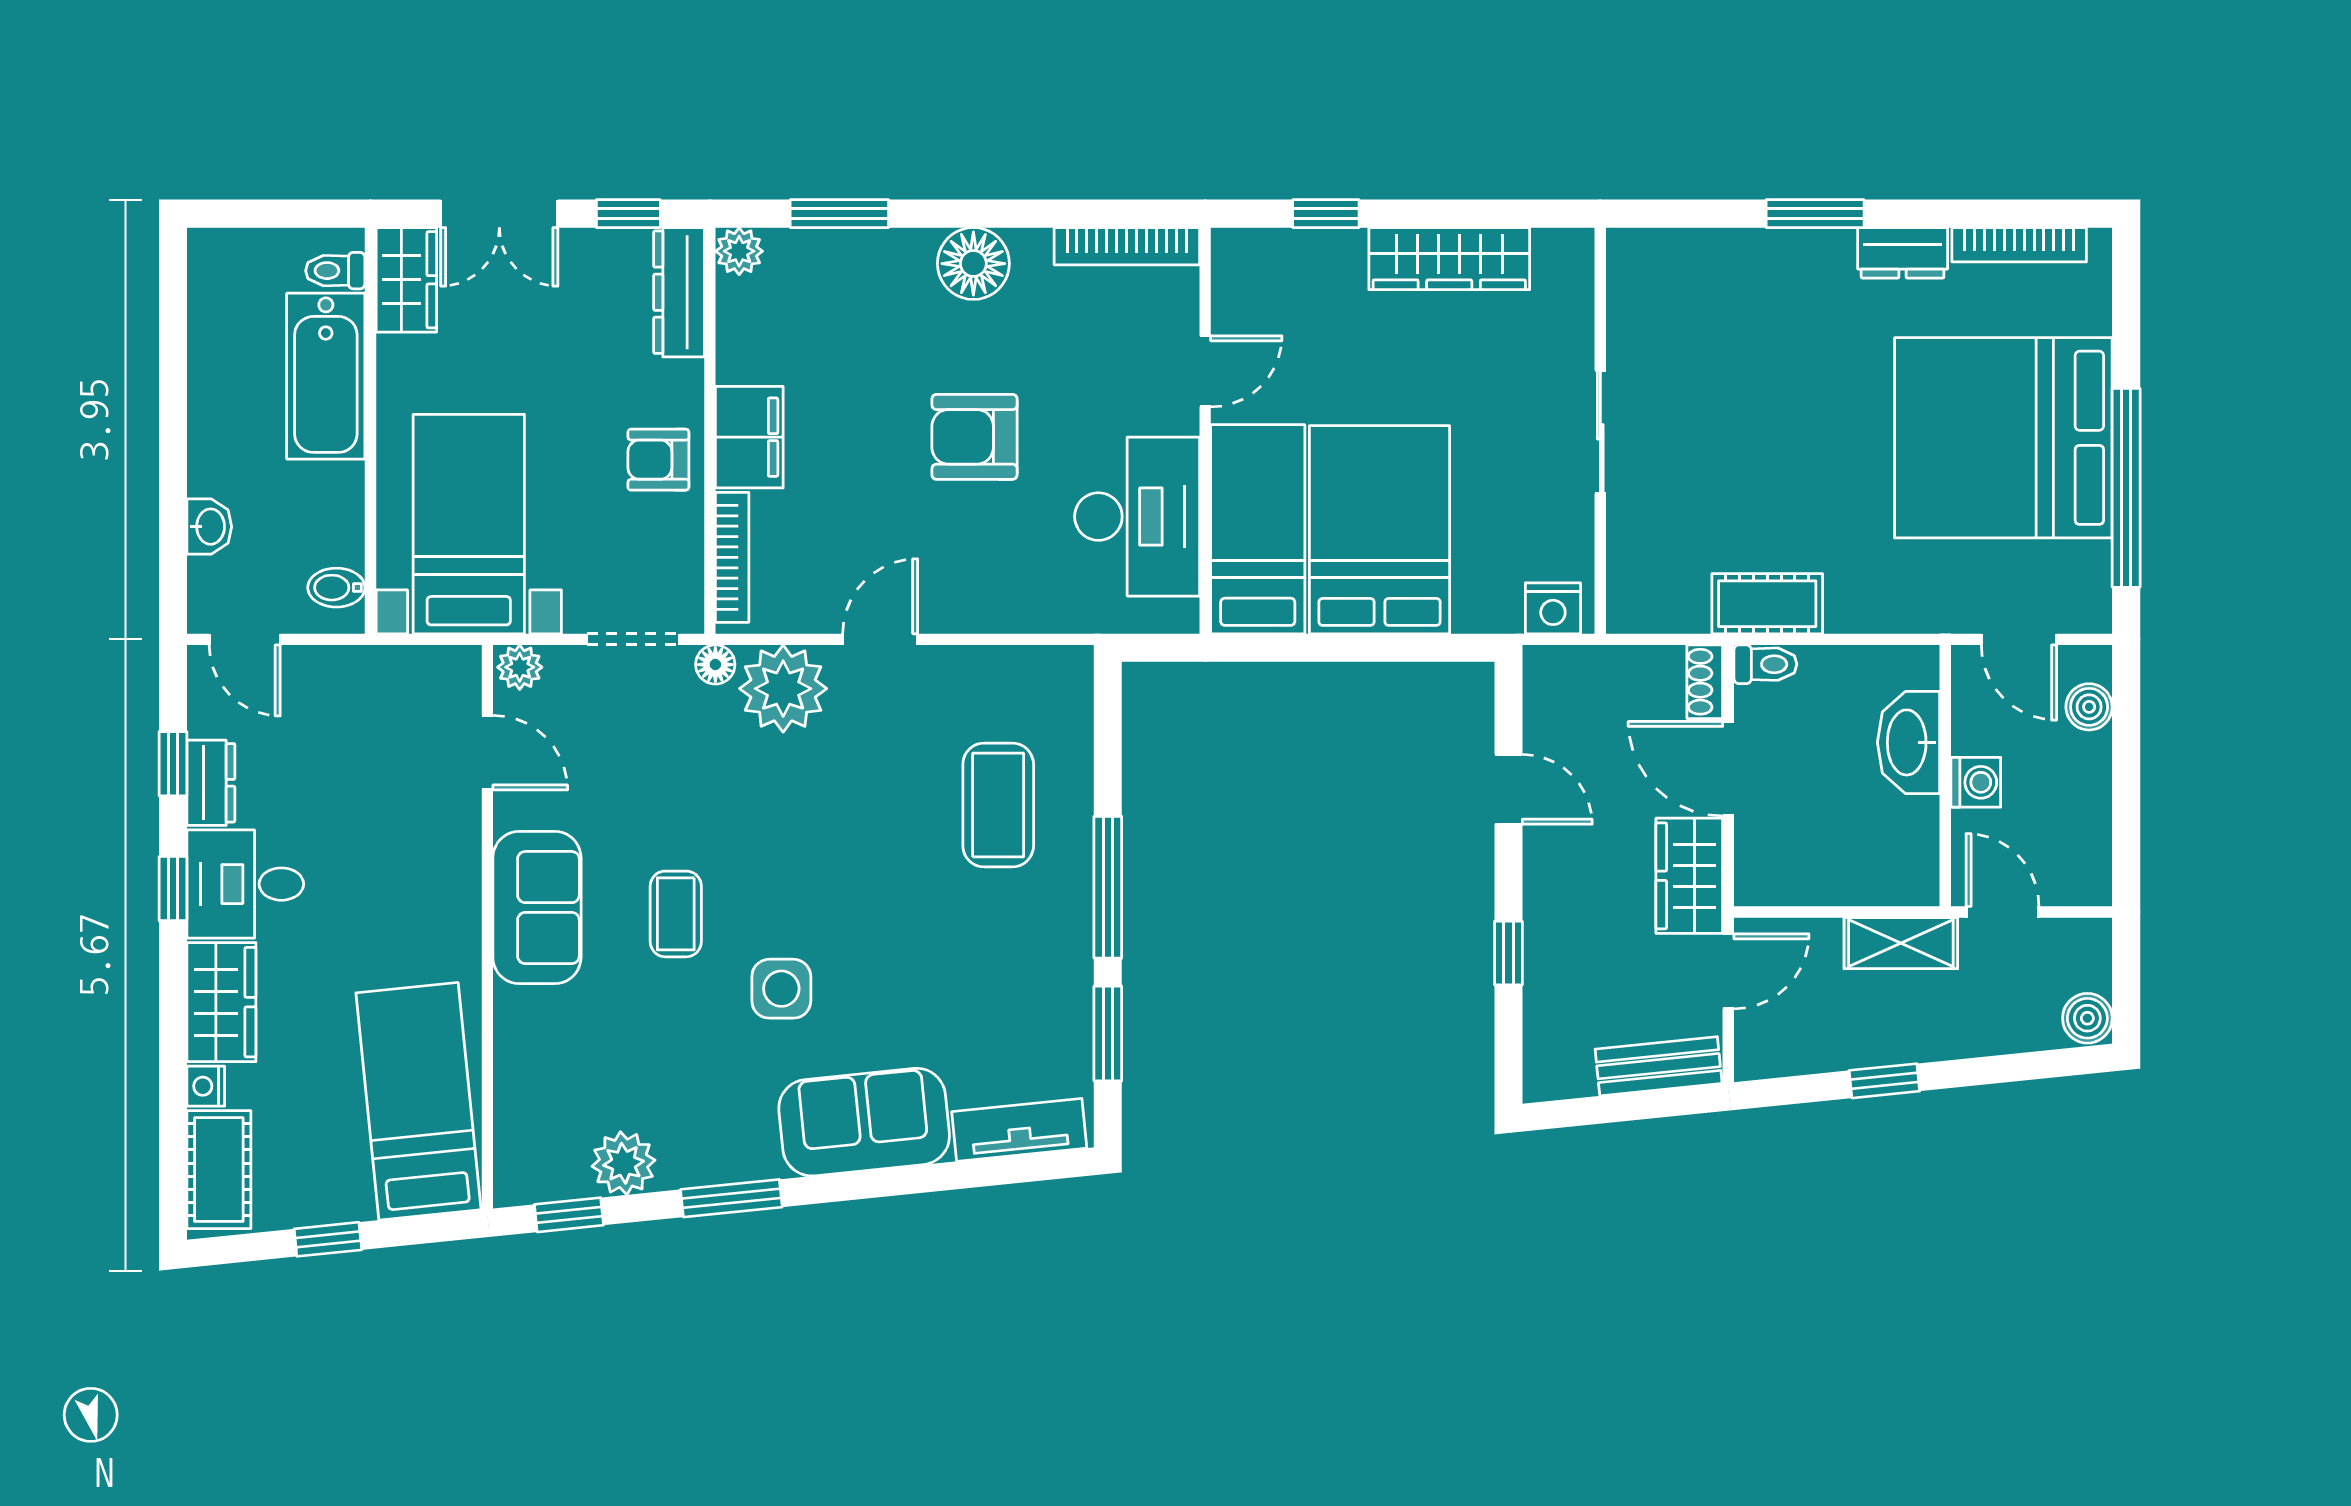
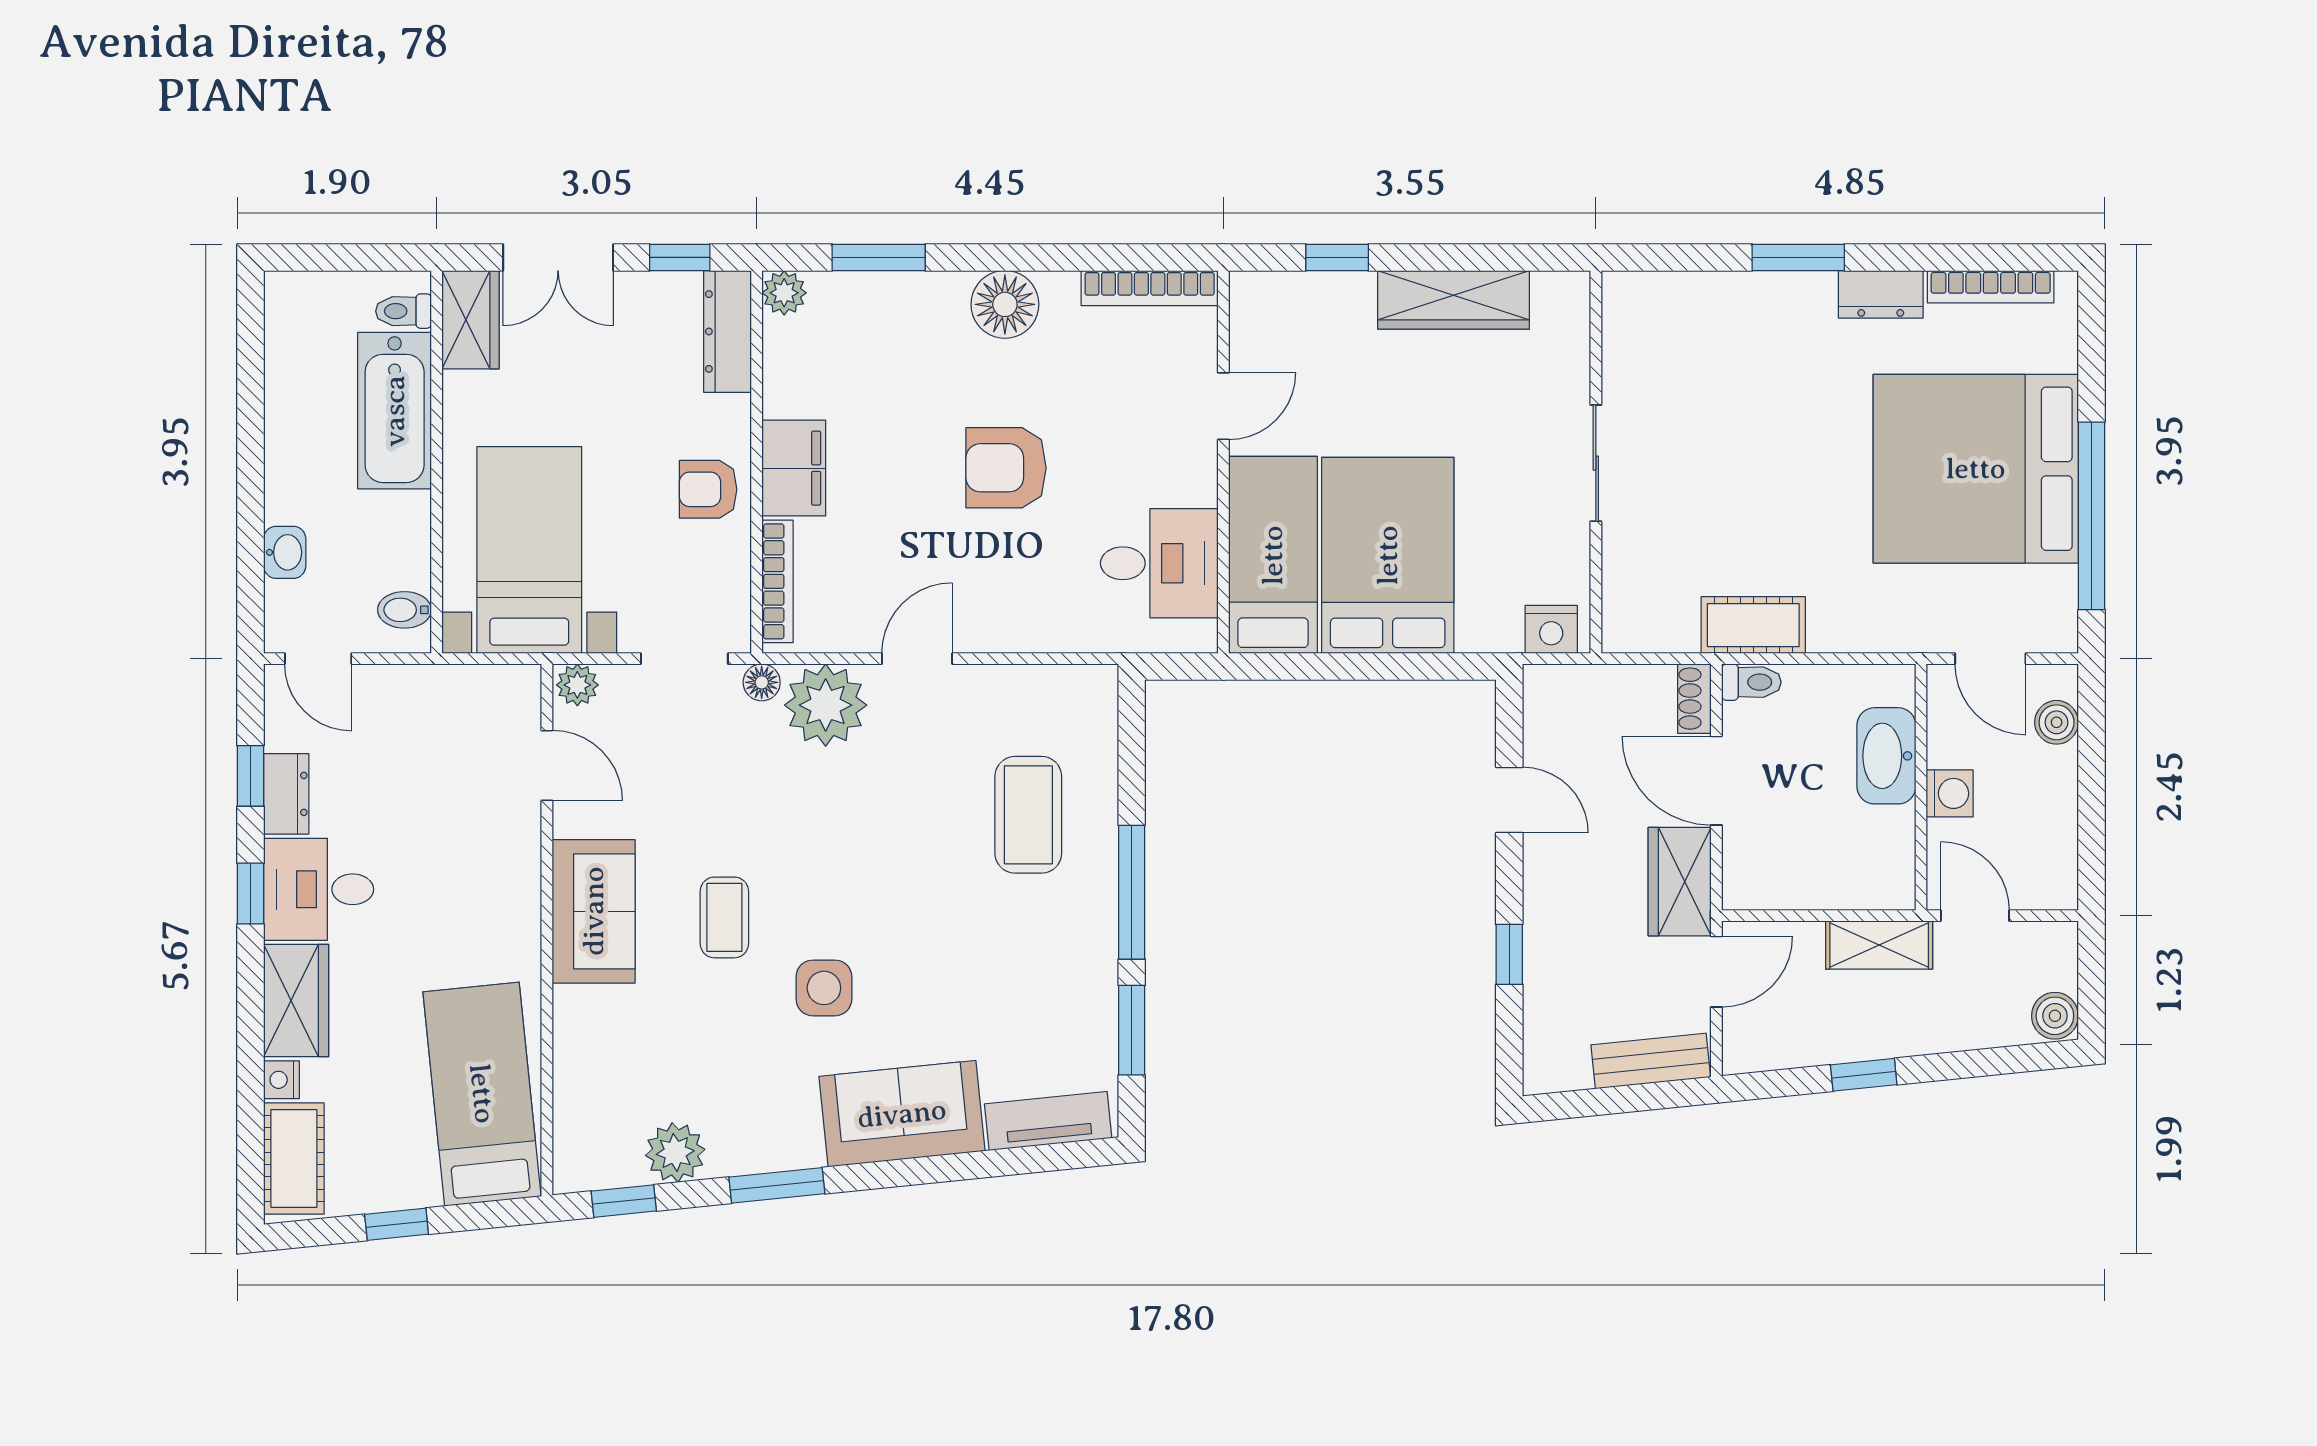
desk: (1137, 517) -> (1159, 563), width x0.73

